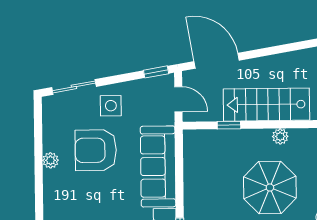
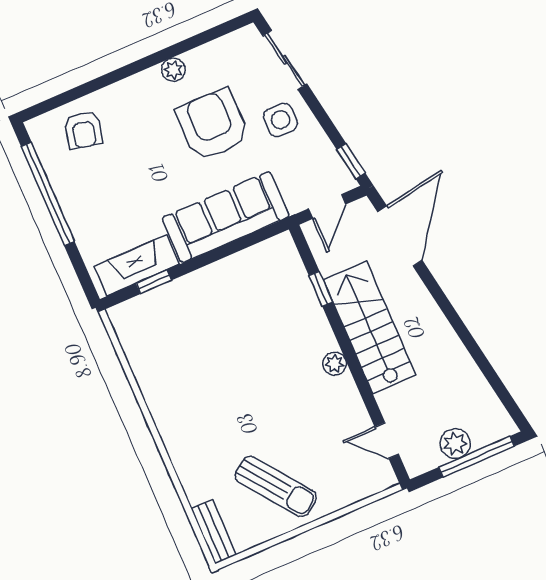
parasol: (270, 188) -> (260, 379), removed

